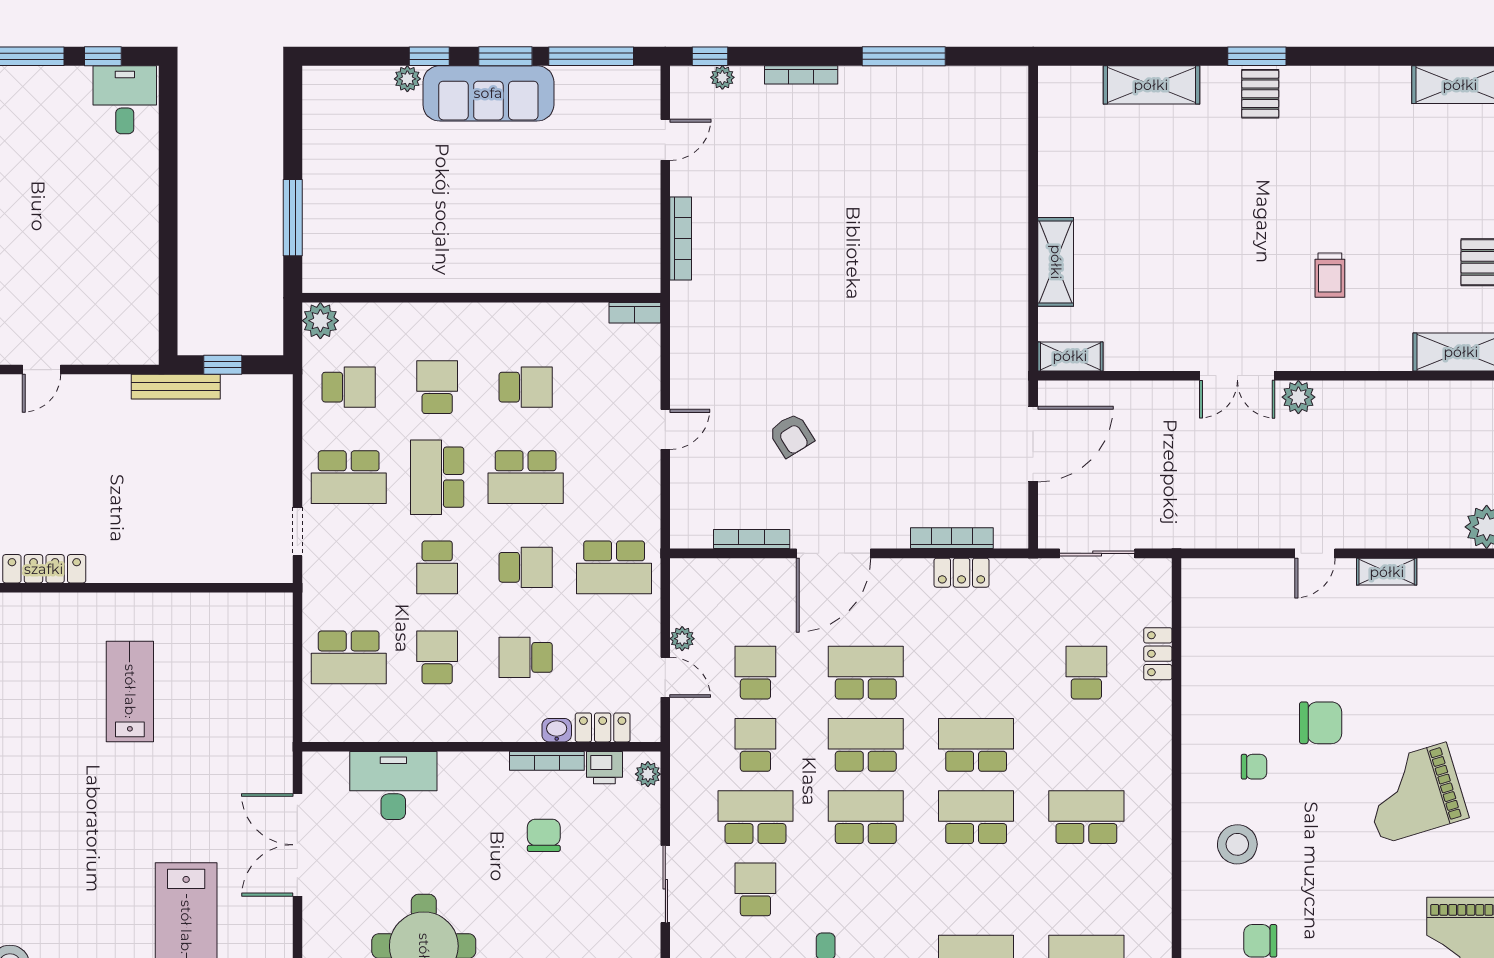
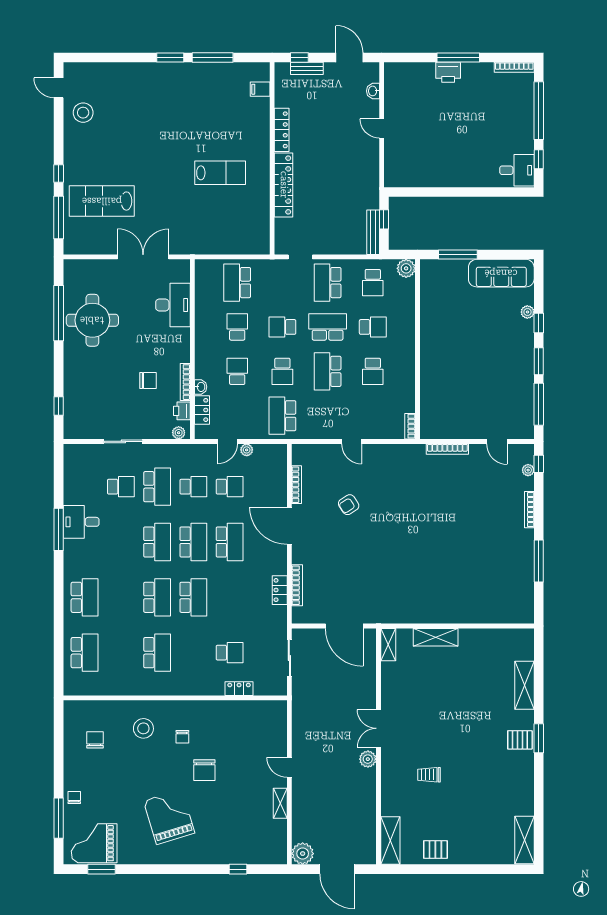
sofa: (488, 93) -> (501, 273), moved, turned -90
bench: (176, 387) -> (373, 232), moved
locker: (154, 565) -> (284, 185), added
school desk: (437, 657) -> (237, 327), turned -90

